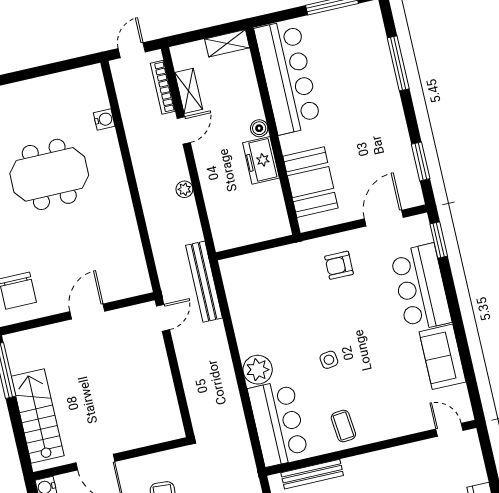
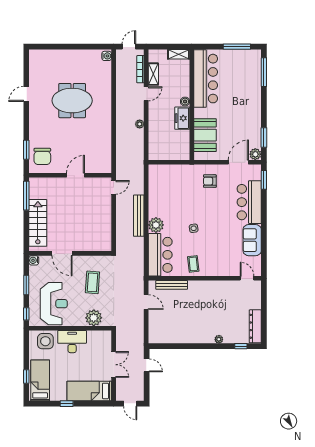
window: (398, 63) -> (264, 72), moved
water cooler: (104, 119) -> (107, 56), moved
plant: (412, 196) -> (255, 154), added
bench: (204, 282) -> (139, 216), moved

